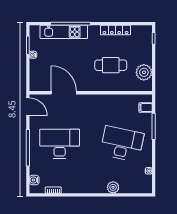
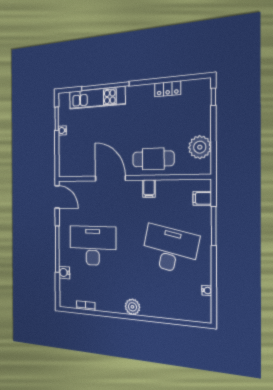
locker: (115, 30) -> (168, 89), width x0.66
cafe table: (111, 65) -> (153, 159), moved
door: (64, 93) -> (110, 178), moved
filing cabinet: (106, 101) -> (149, 189), added
water cooler: (34, 180) -> (64, 272), moved
plant: (113, 187) -> (132, 307), moved

